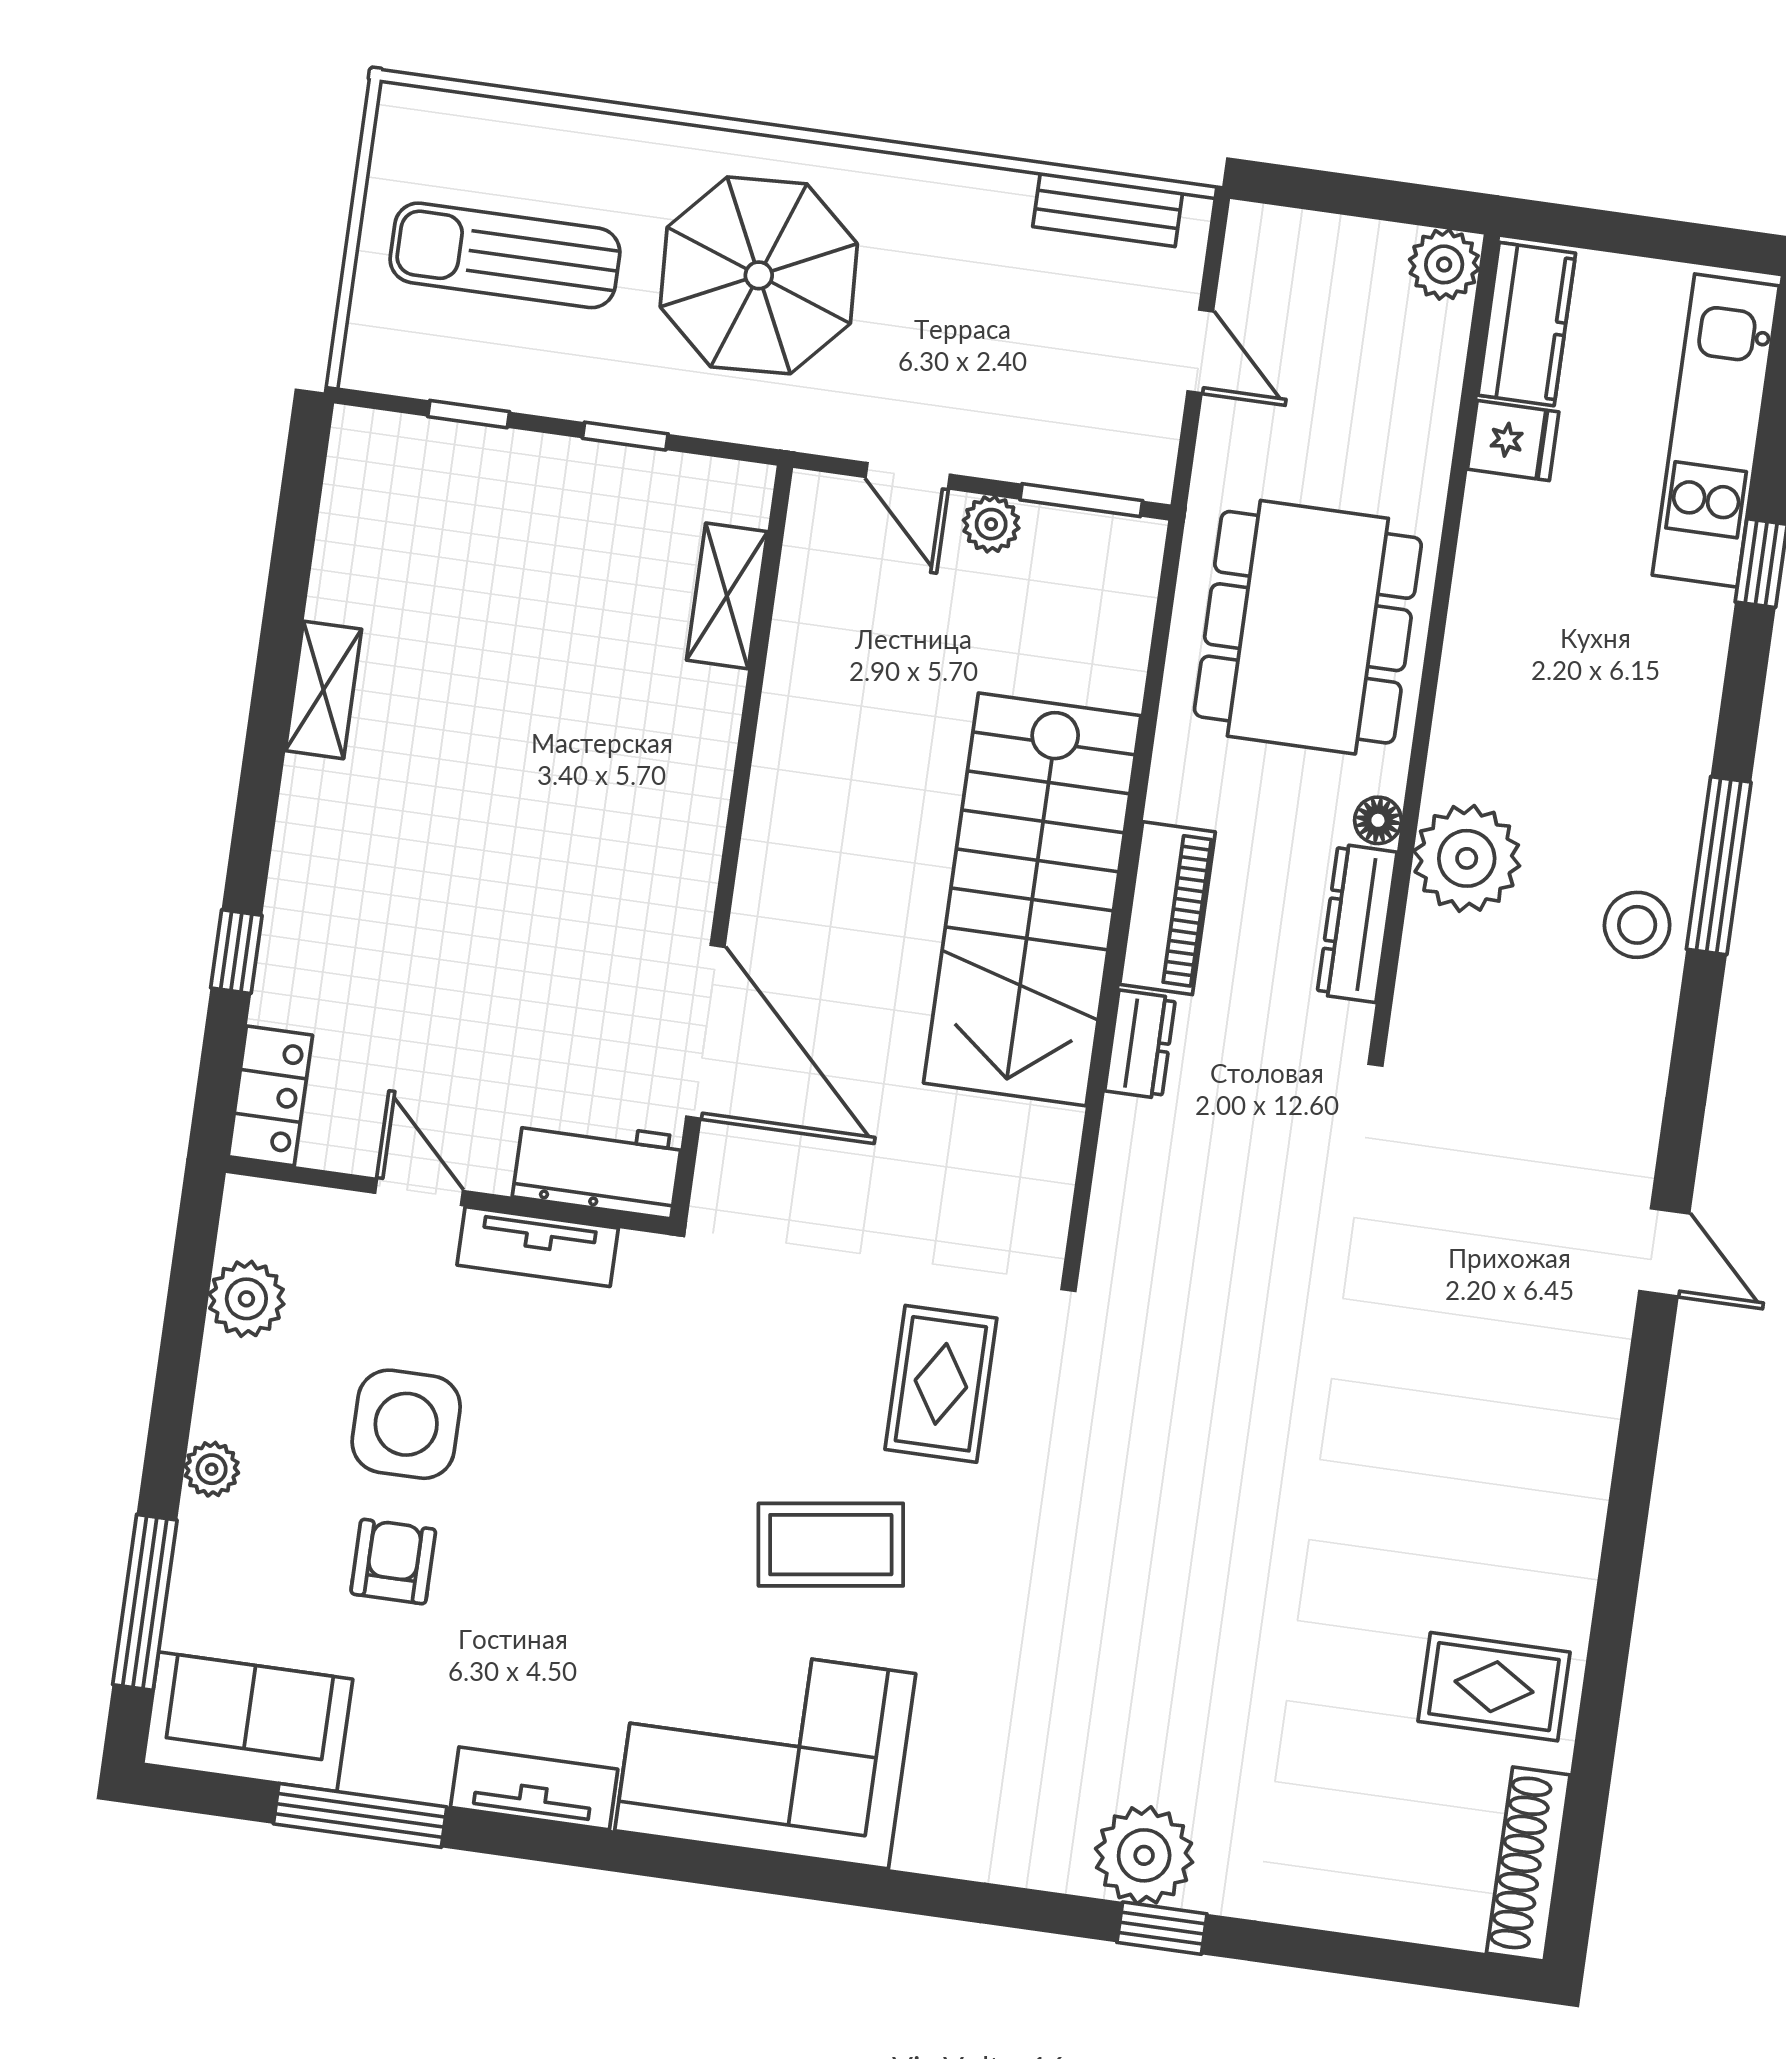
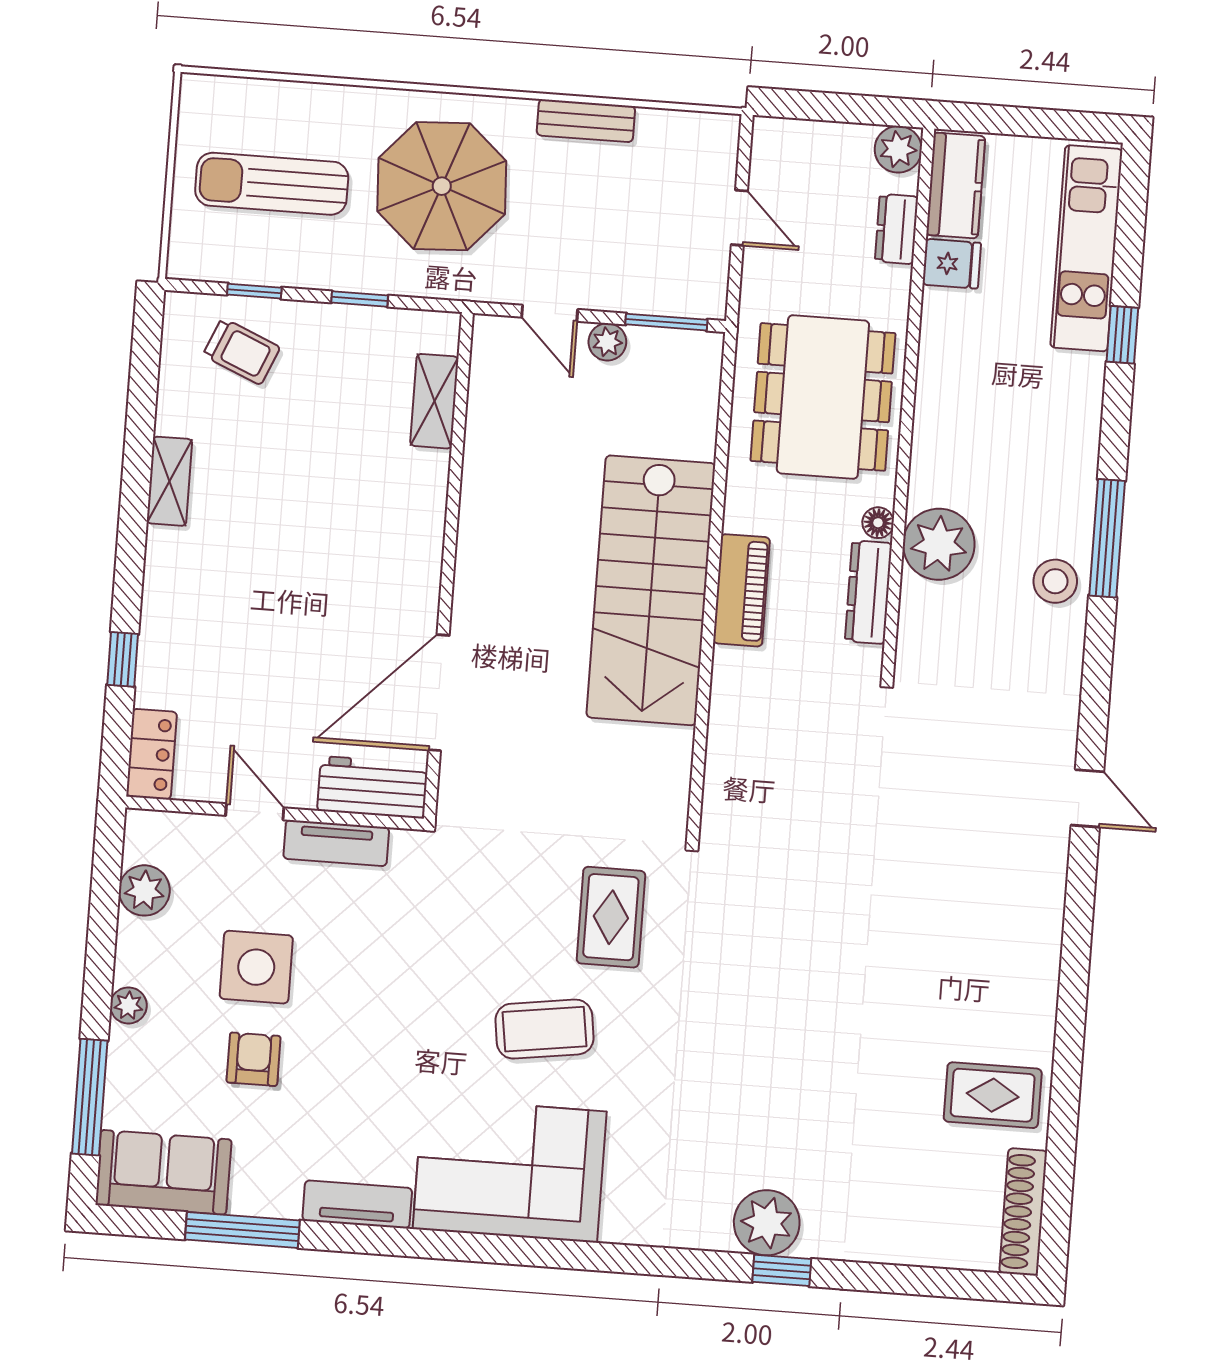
bench: (1108, 209) -> (586, 121), moved
trolley: (444, 503) -> (241, 351), added
door: (705, 1032) -> (439, 693), swing flipped
dresser: (1140, 1044) -> (896, 229), moved, turned 180

